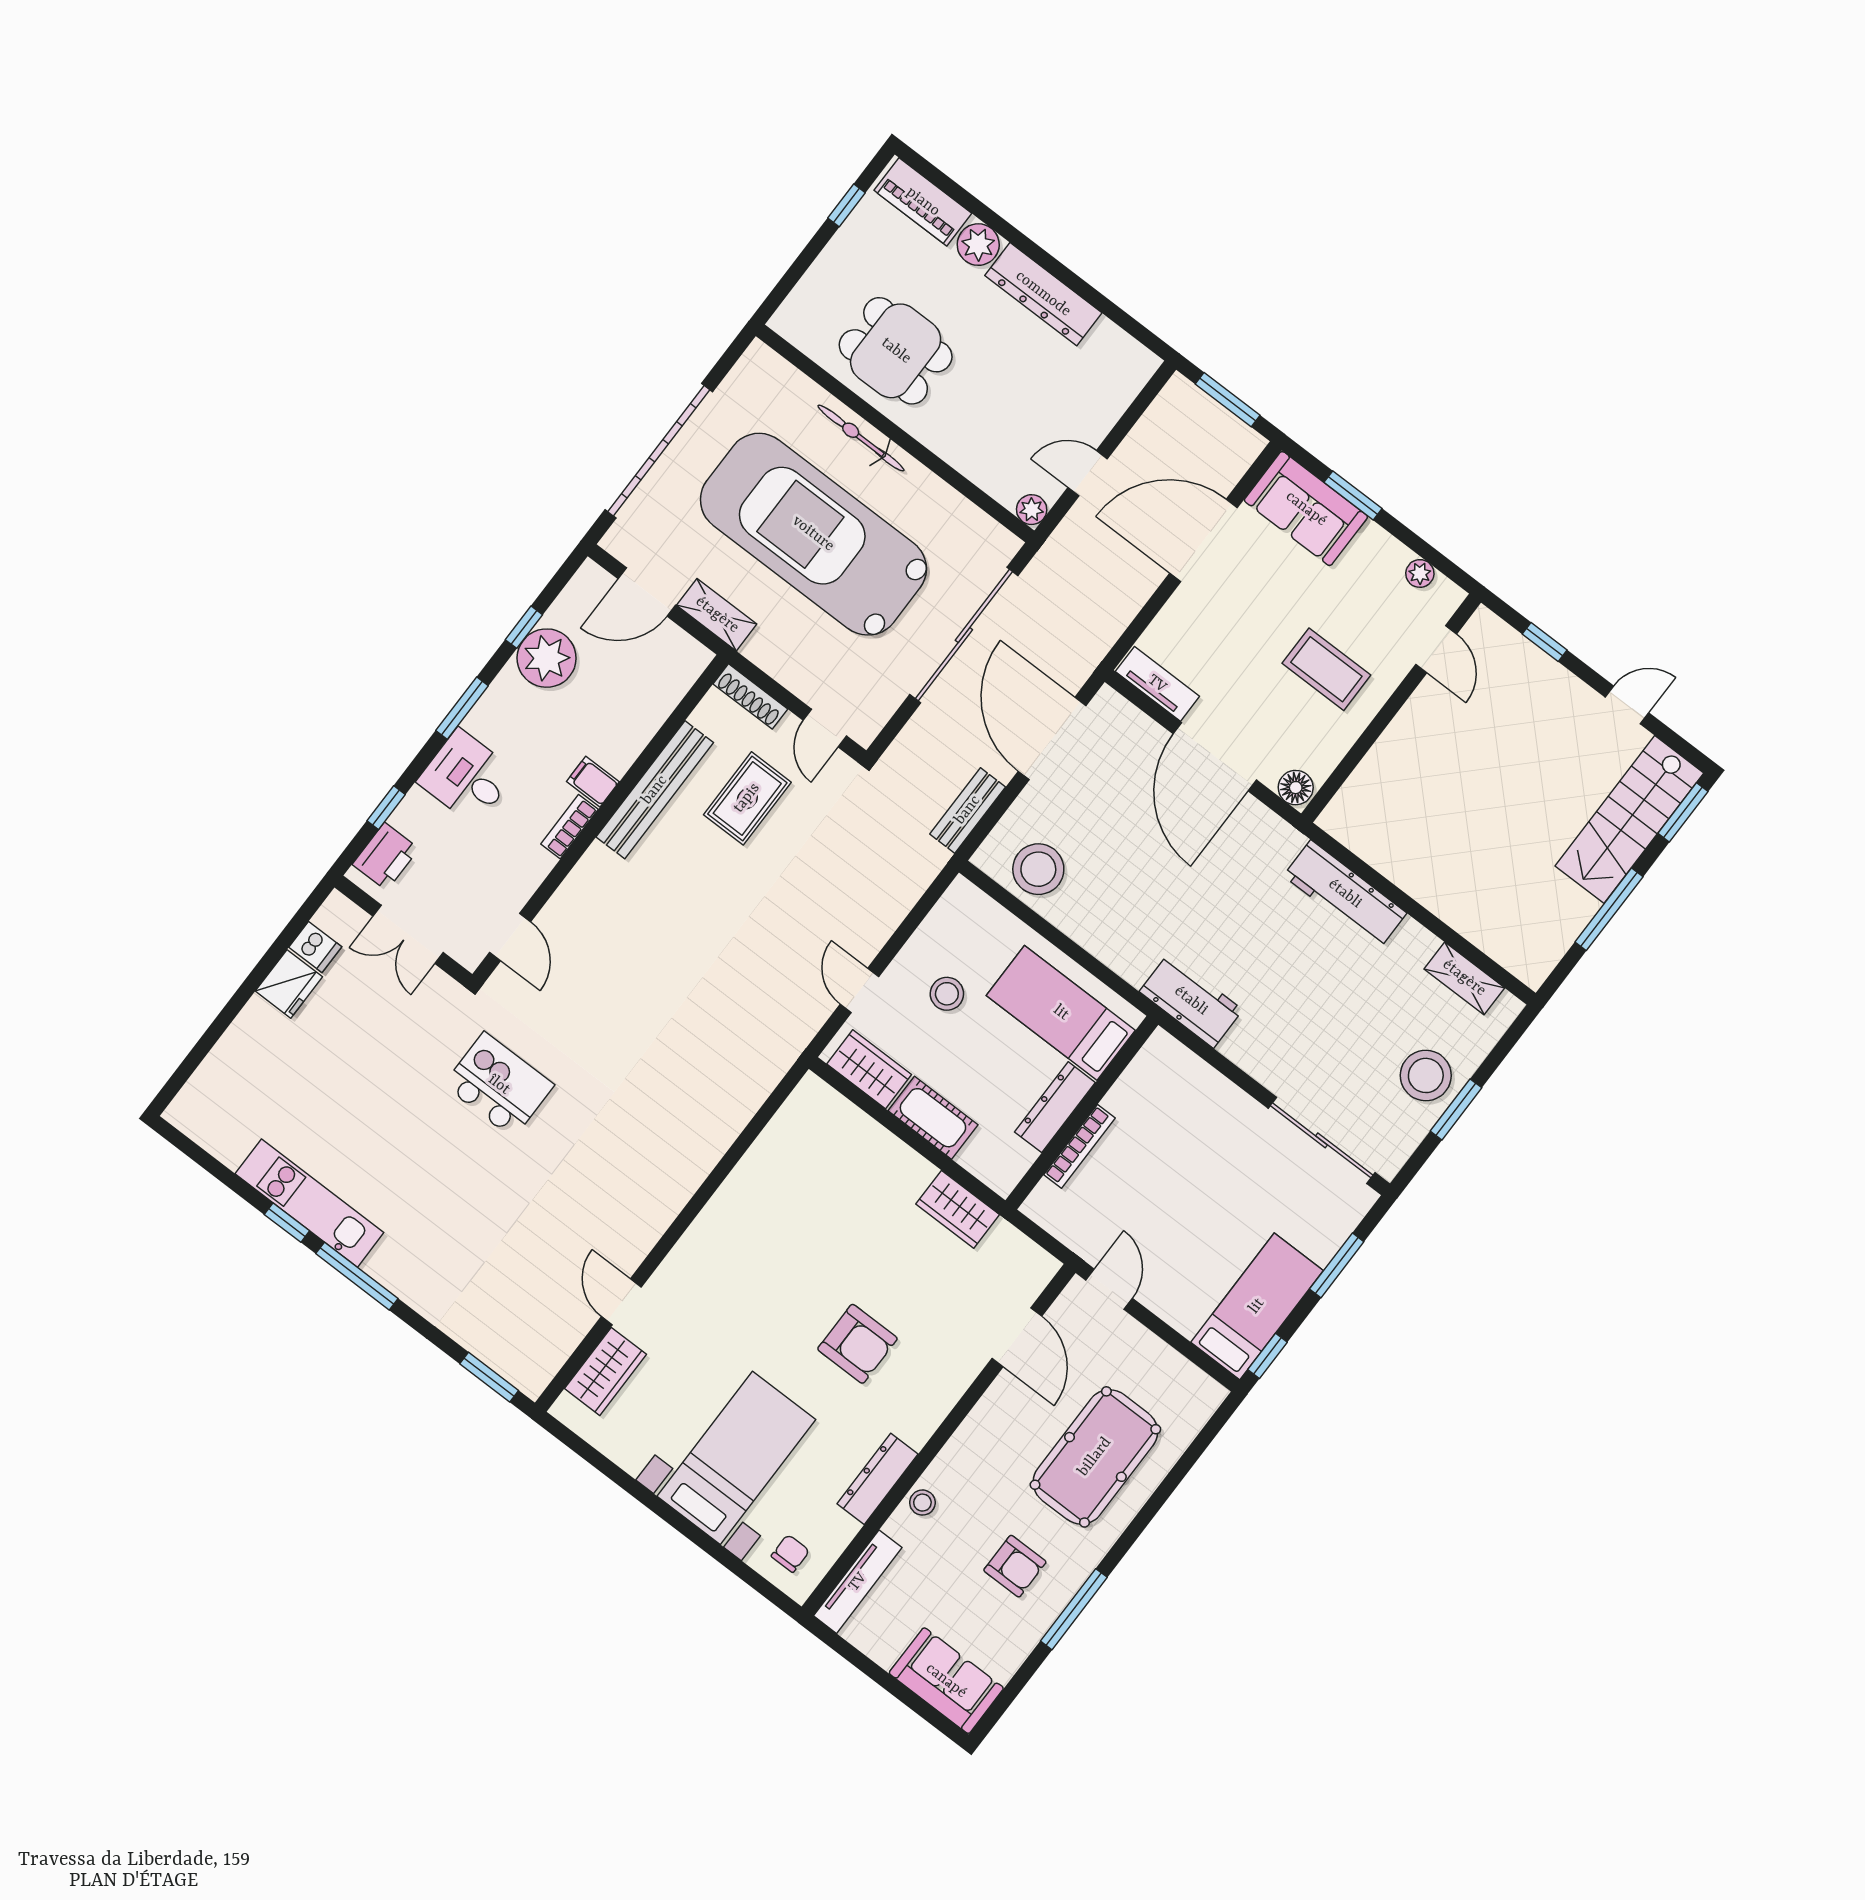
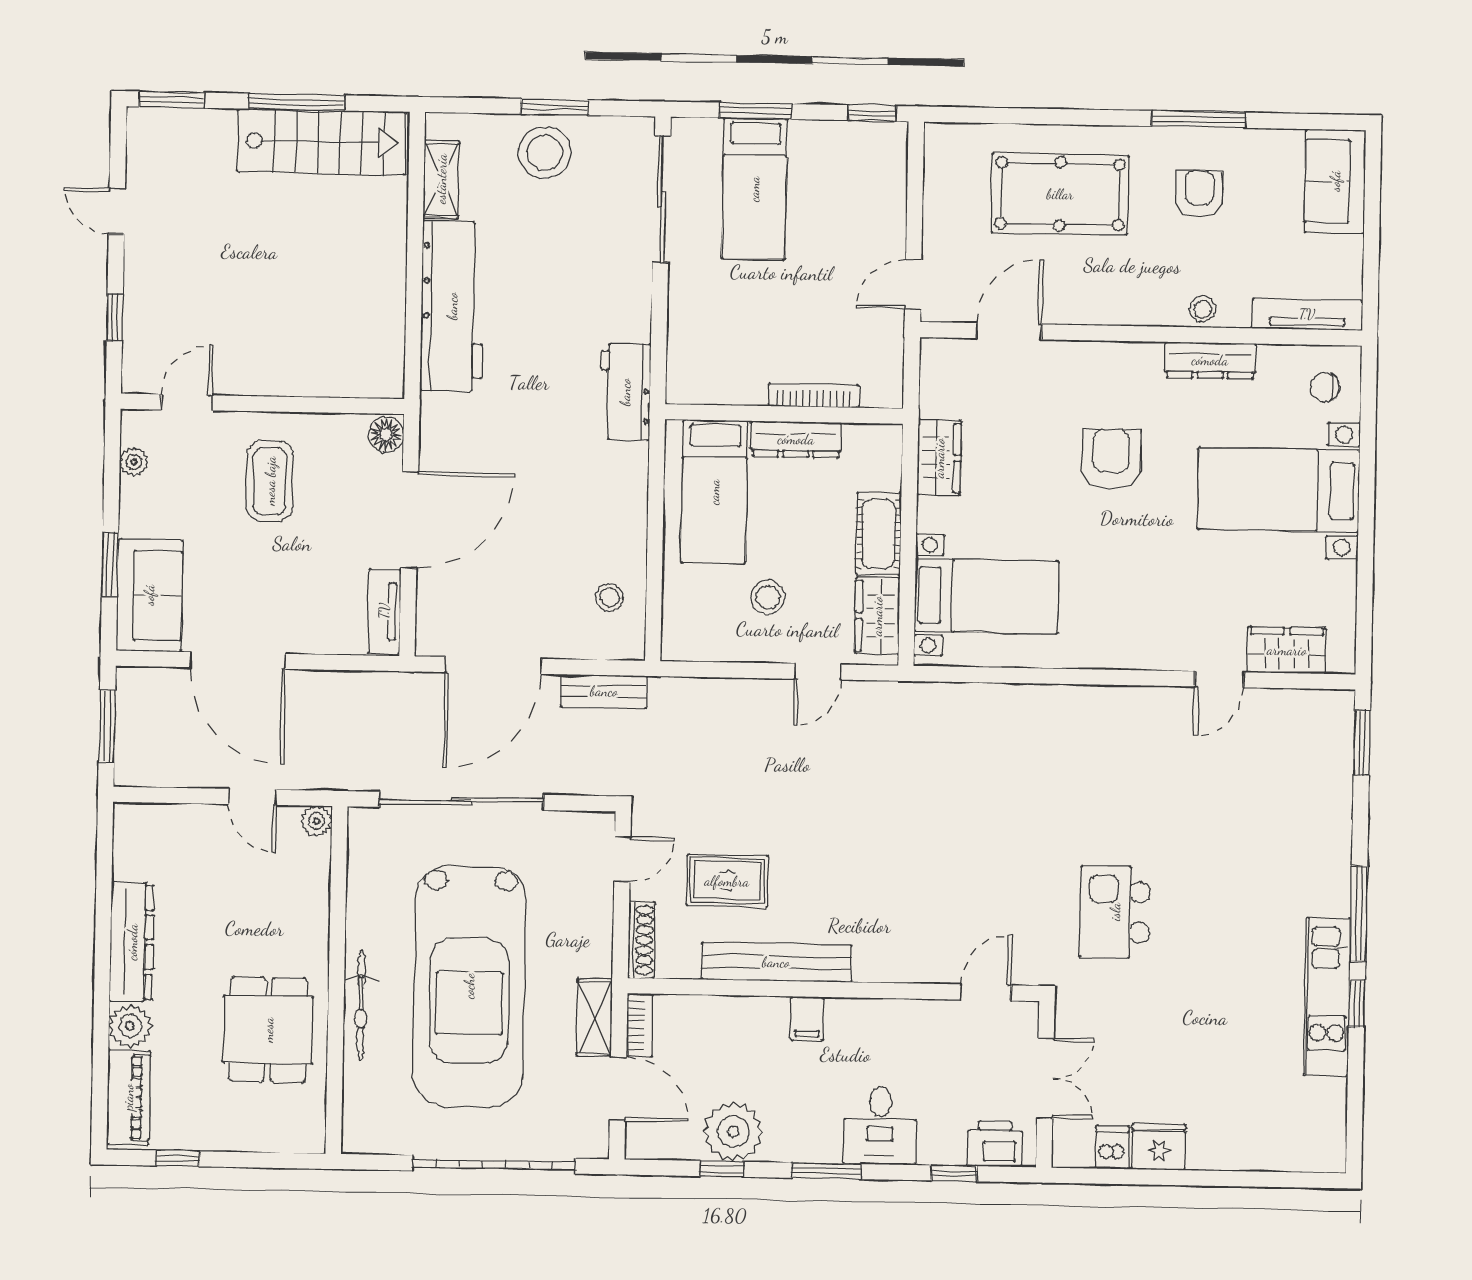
stairs: (1629, 819) -> (322, 142), moved
bookcase: (569, 827) -> (640, 1025), moved, turned -90
stool: (1038, 869) -> (609, 598), width x0.53, depth x0.53
workbench: (1345, 894) -> (452, 306), width x1.36, depth x1.32
bed with nightstands: (821, 1167) -> (986, 596), added
bed: (1257, 1306) -> (754, 189), moved, turned -90

